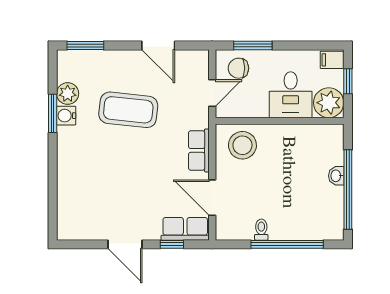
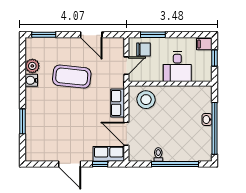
chair: (238, 68) -> (143, 49), turned 180
plant: (329, 103) -> (202, 72), removed
window: (53, 113) -> (23, 121), moved

